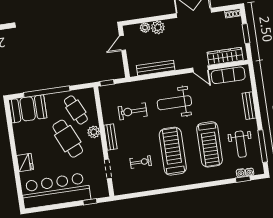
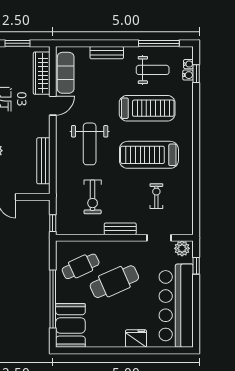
plant: (94, 132) -> (182, 248), moved

